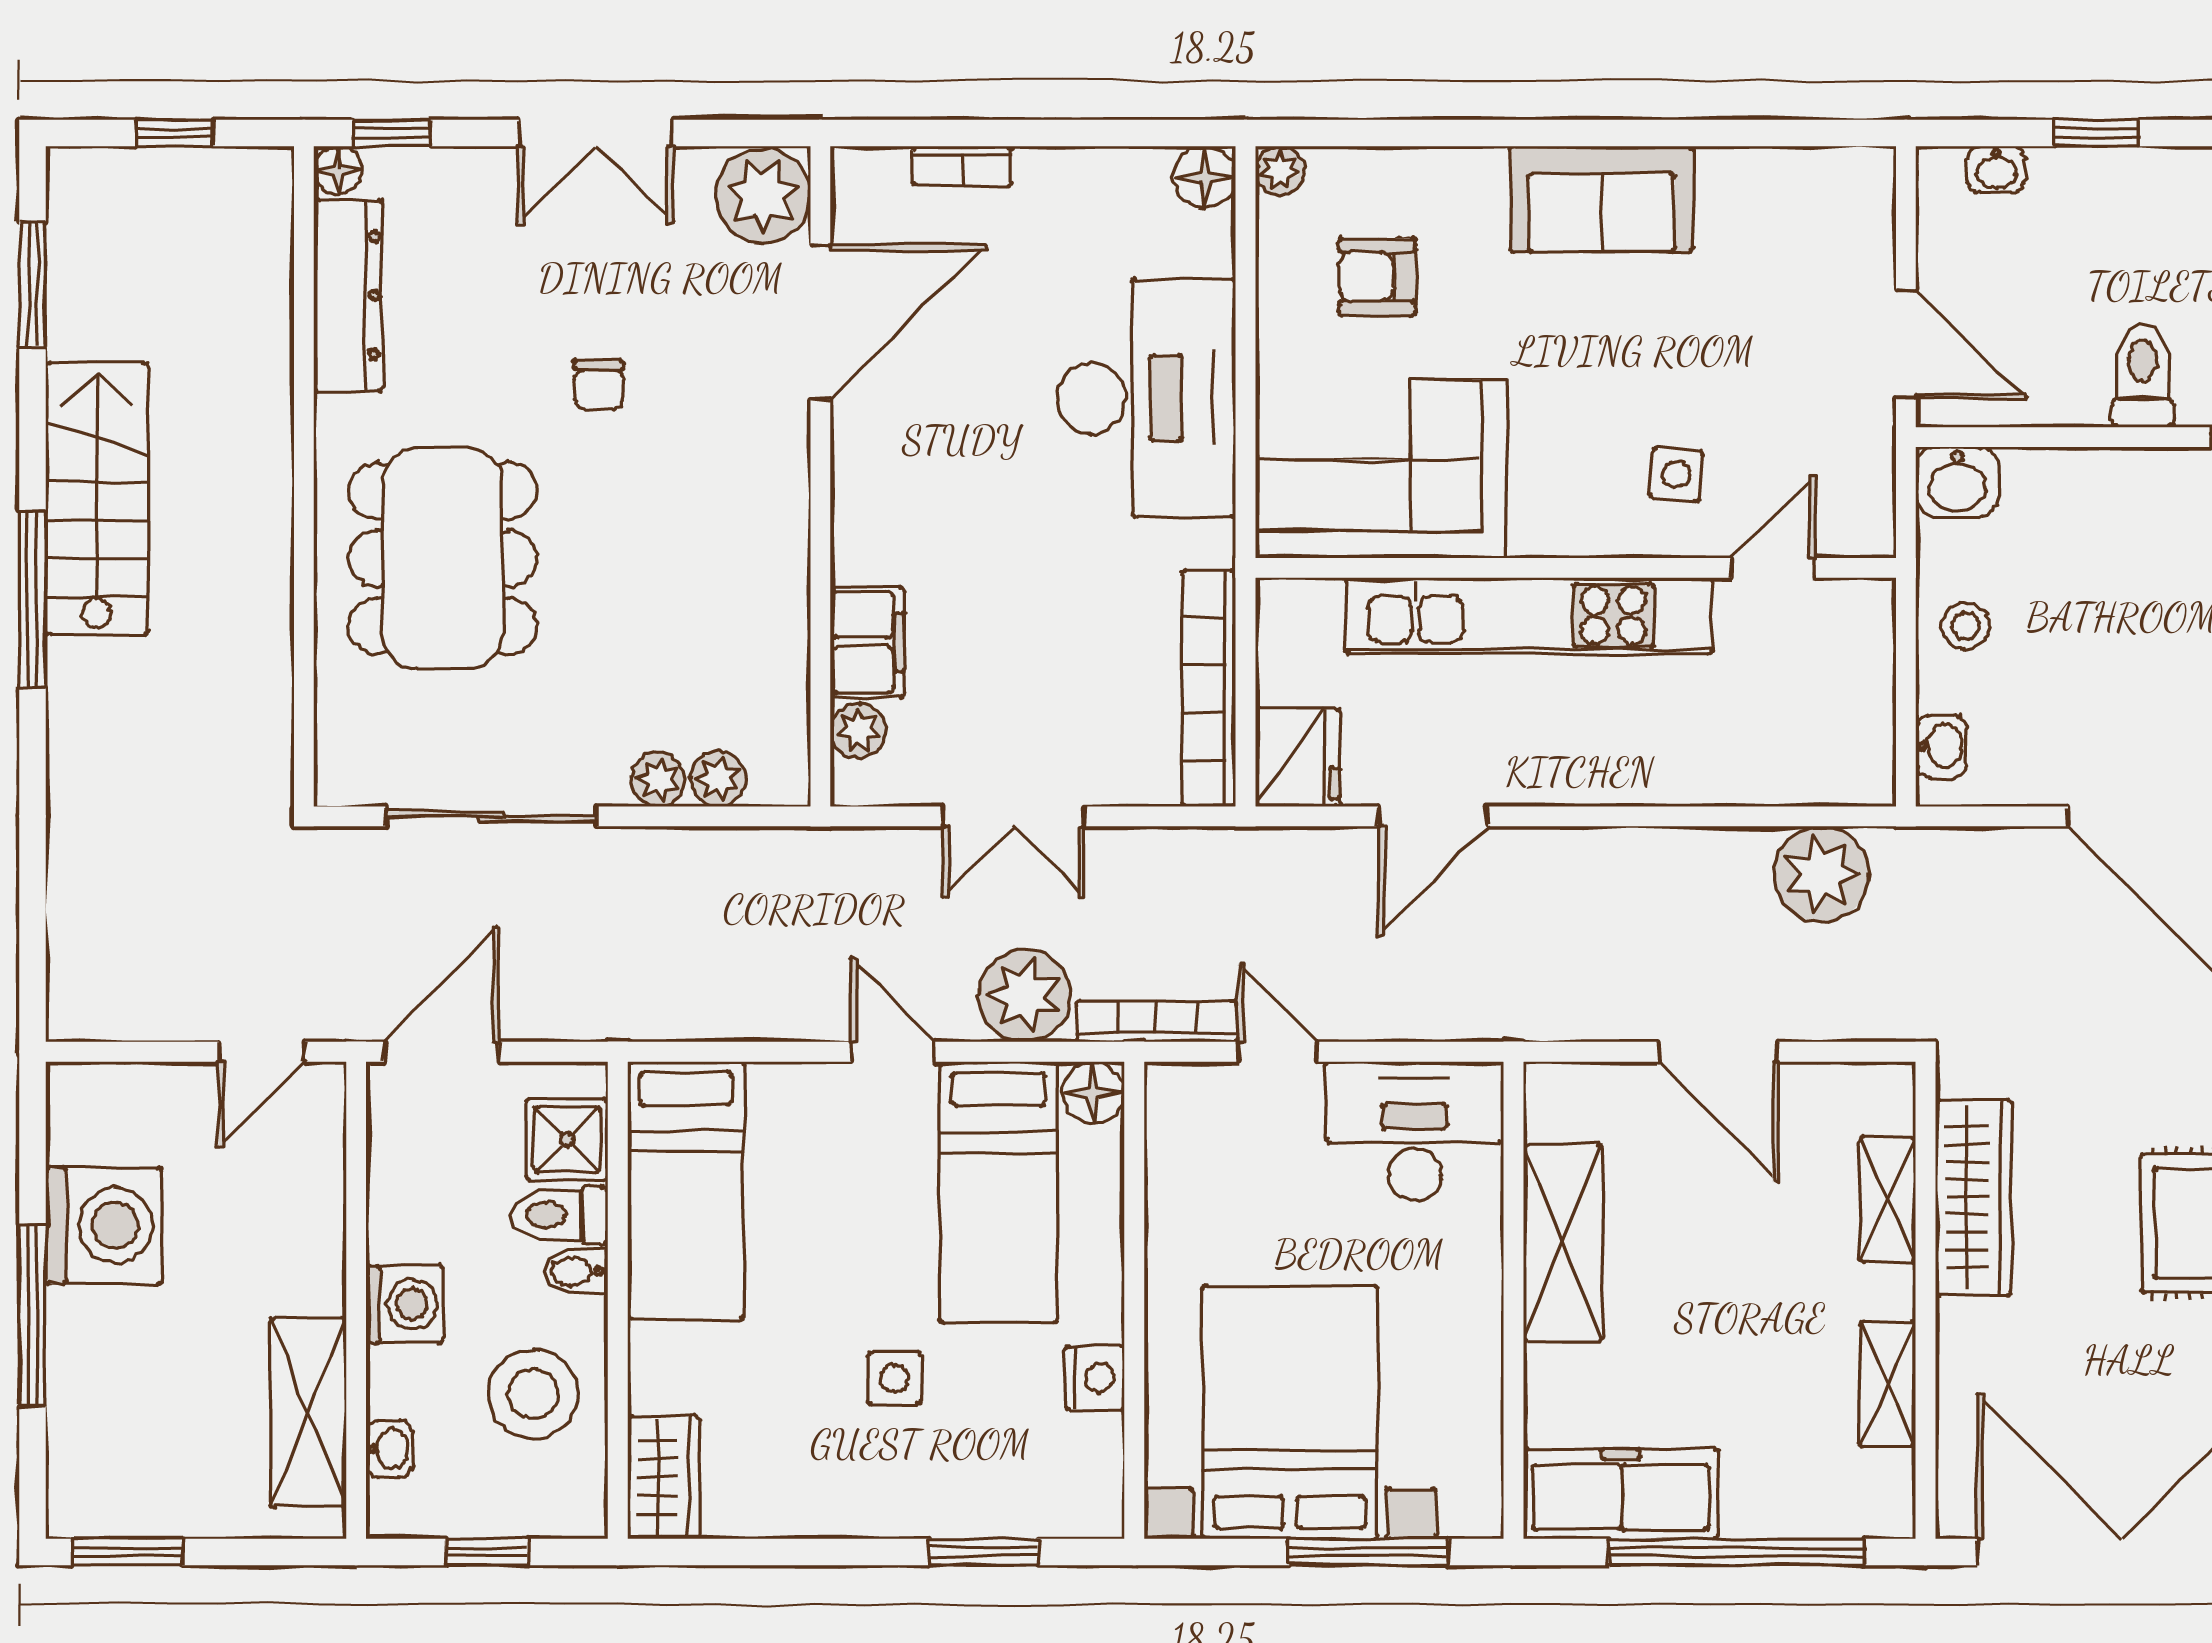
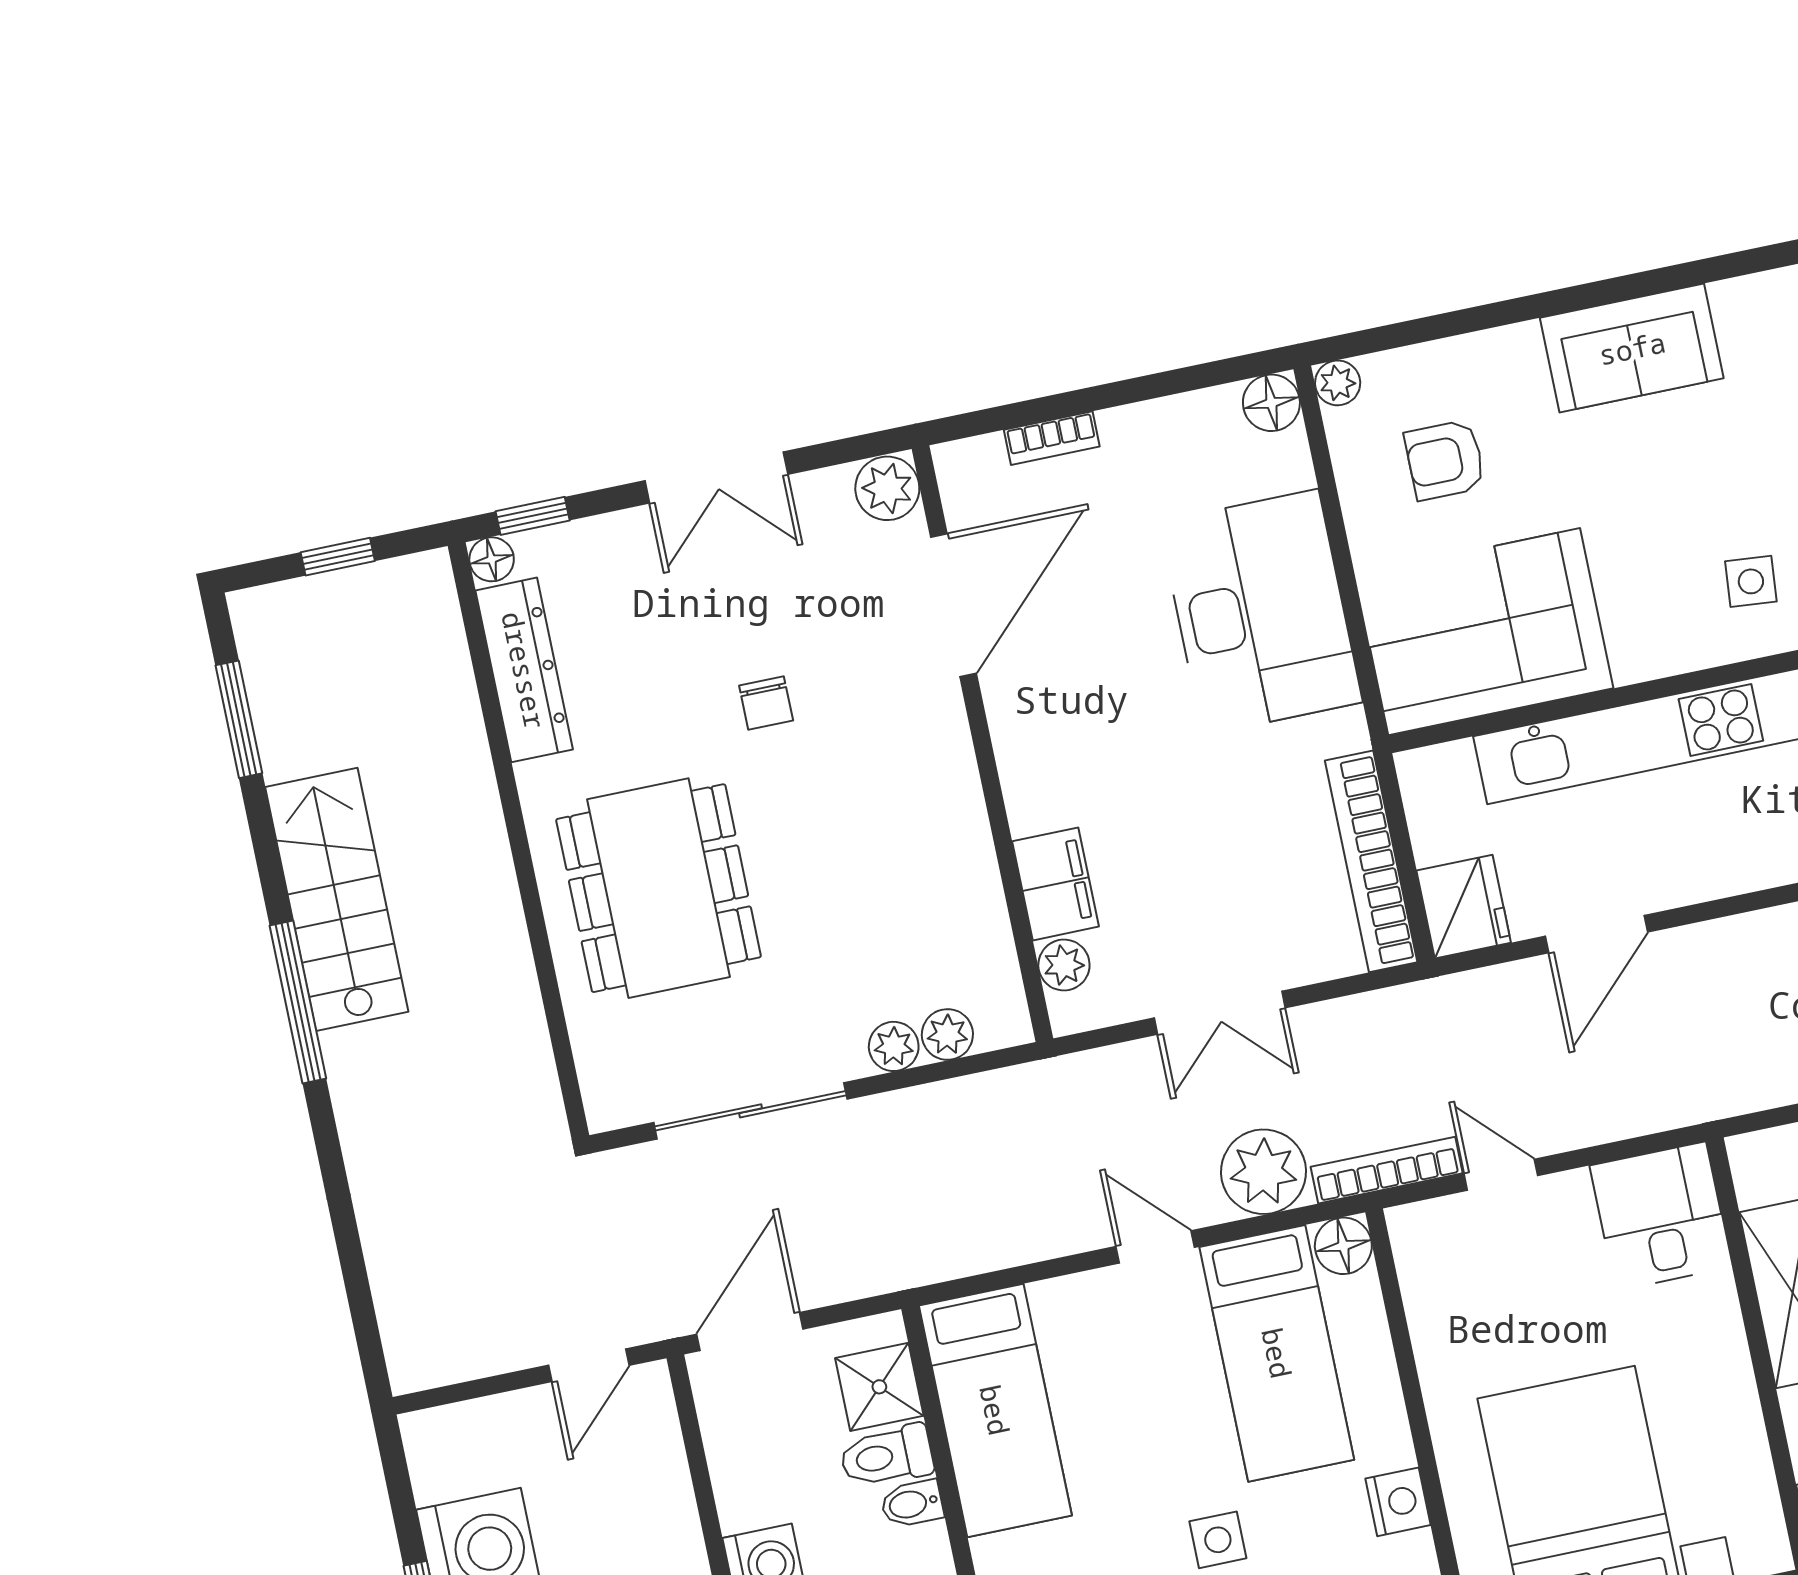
plant: (763, 195) -> (887, 488), width x0.73, depth x0.73
desk: (1415, 1131) -> (1661, 1216), width x0.73

